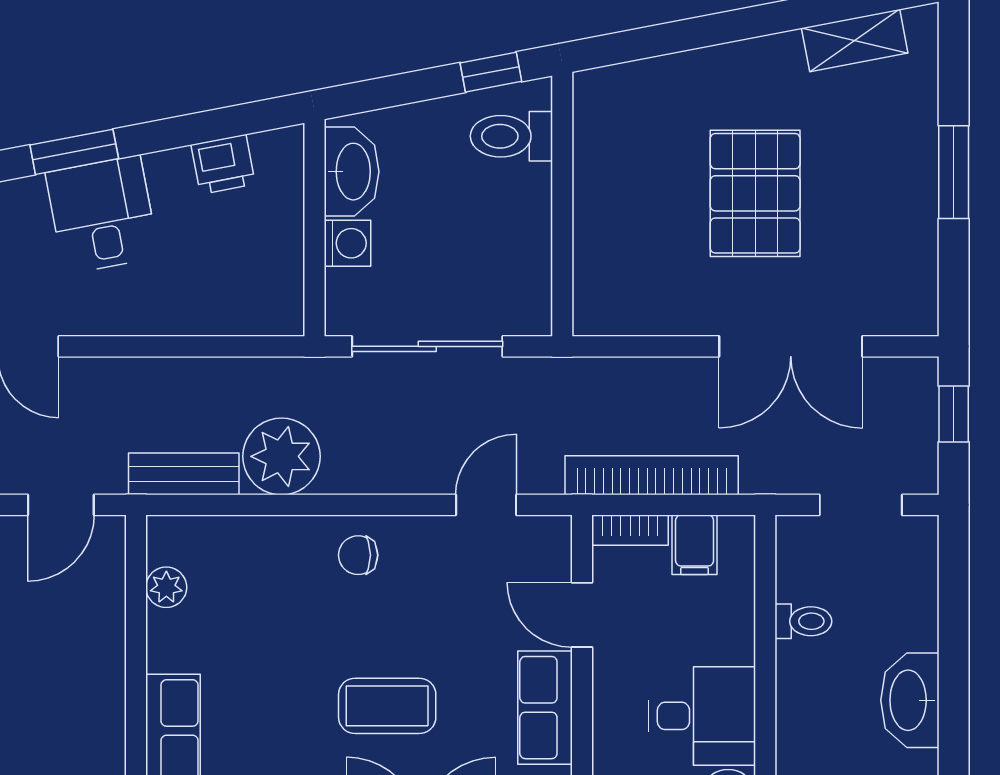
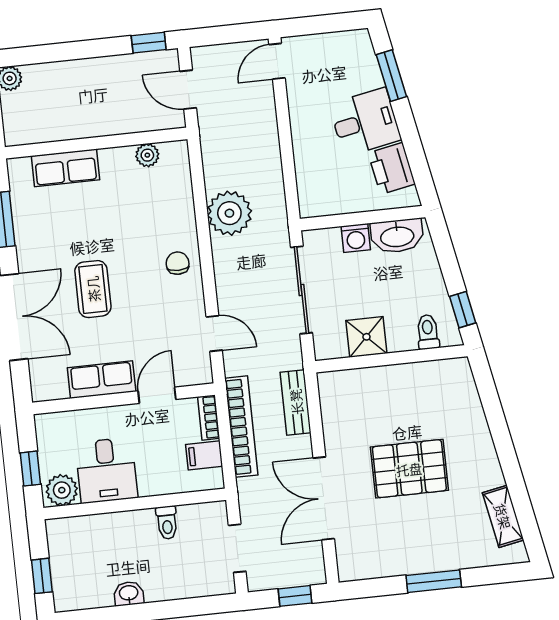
toilet: (511, 136) -> (428, 332), width x0.73, depth x0.72
printer: (223, 164) -> (392, 168), width x1.36, depth x1.24
desk: (102, 215) -> (365, 122), moved
shower: (520, 243) -> (366, 337), added
bench: (184, 474) -> (296, 402), moved
washbasin: (910, 700) -> (129, 593), width x0.52, depth x0.69

